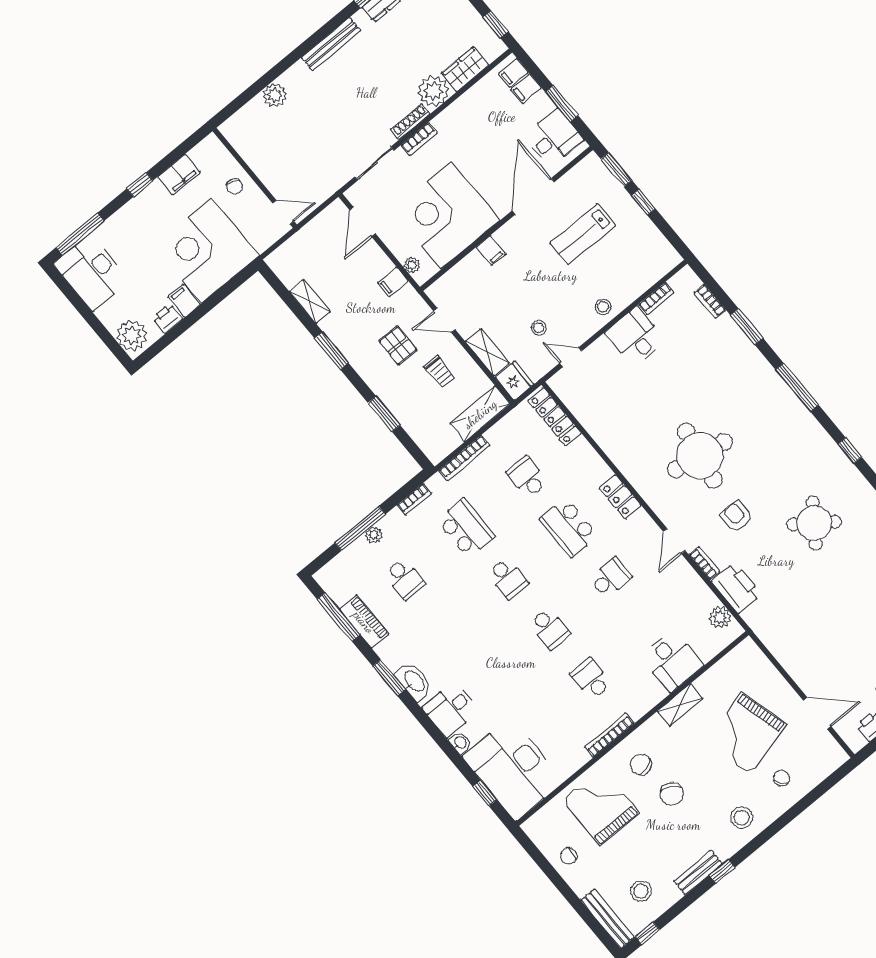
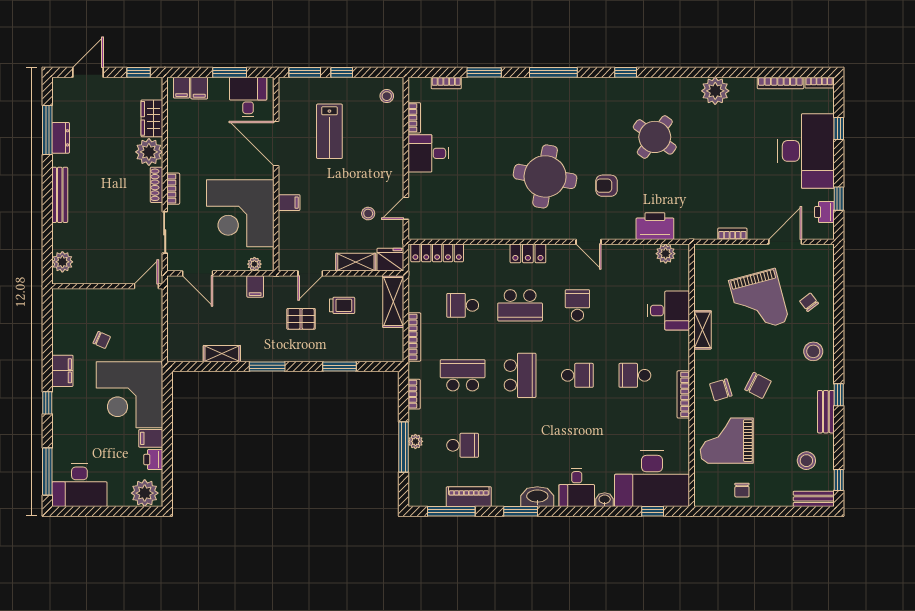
wall: (255, 178) -> (107, 286), moved
door: (283, 212) -> (146, 286), moved
stool: (603, 307) -> (387, 96), moved
bookcase: (704, 563) -> (732, 234), moved
school desk: (508, 578) -> (520, 375), width x1.85
bench: (607, 919) -> (814, 499), width x0.73

